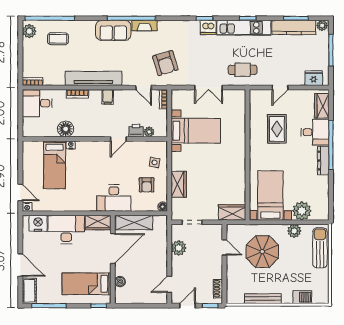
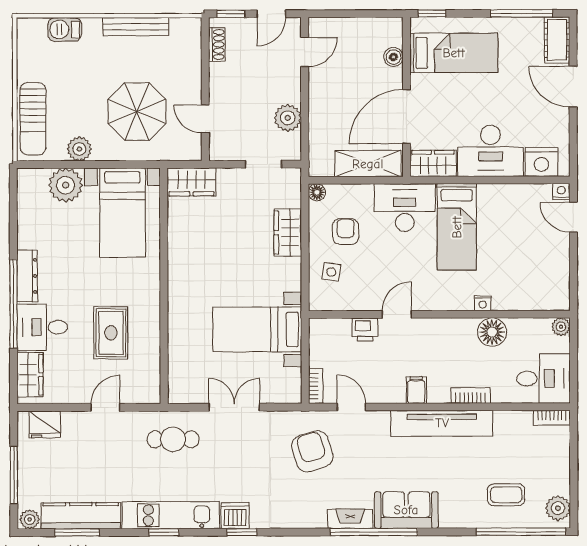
plant: (149, 132) -> (561, 327), moved
bed: (54, 165) -> (457, 227), moved, turned 180

